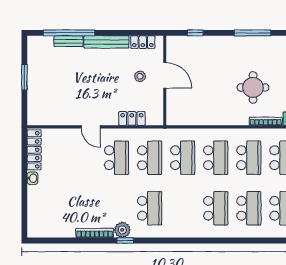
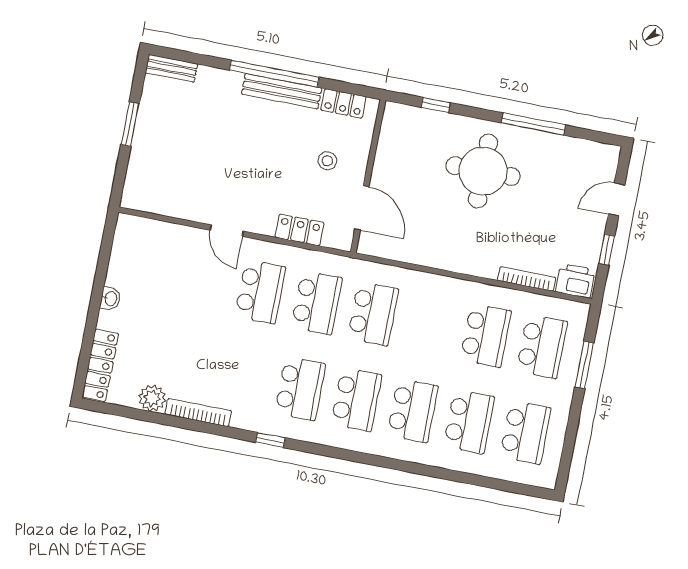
window: (69, 33) -> (274, 74), moved
bench: (69, 41) -> (171, 68), moved
door: (165, 75) -> (362, 208), moved
round table: (253, 87) -> (483, 171), moved, width x1.36, depth x1.36
locker: (34, 150) -> (100, 365), moved
school desk: (216, 158) -> (356, 400), moved
plant: (122, 230) -> (152, 398), moved
window: (125, 241) -> (270, 440), moved

